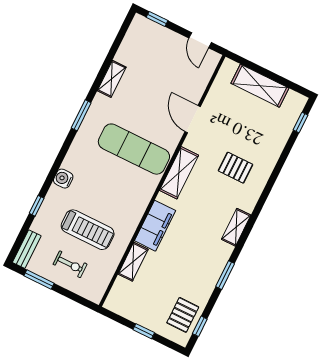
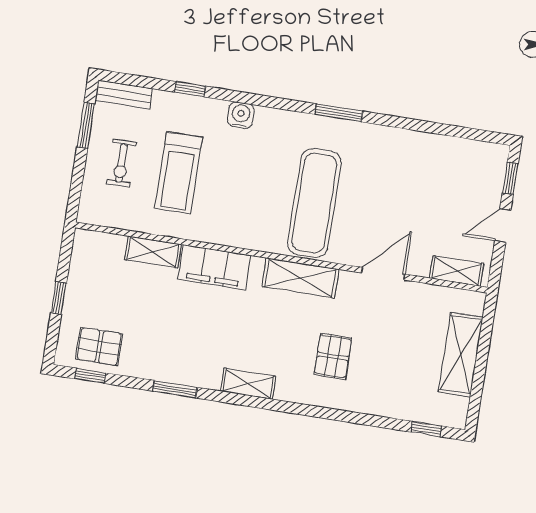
door: (200, 40) -> (503, 226), moved
shelving: (112, 79) -> (457, 271), moved

